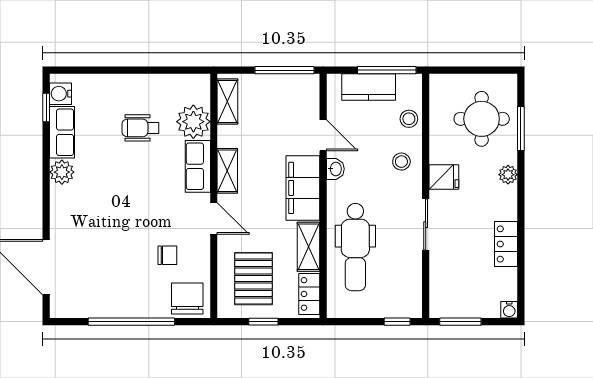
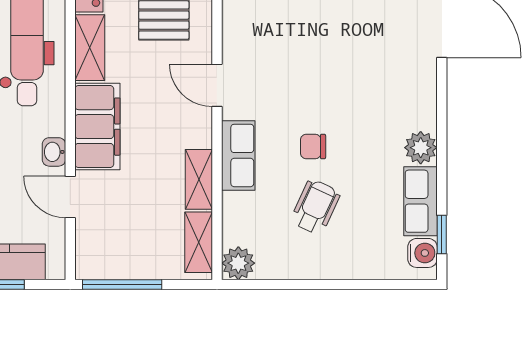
plant: (193, 122) -> (238, 263), moved, width x0.73, depth x0.73
wheelchair: (140, 128) -> (315, 207), turned -65
shelving: (227, 171) -> (199, 179), moved
chair: (167, 255) -> (313, 146), moved

